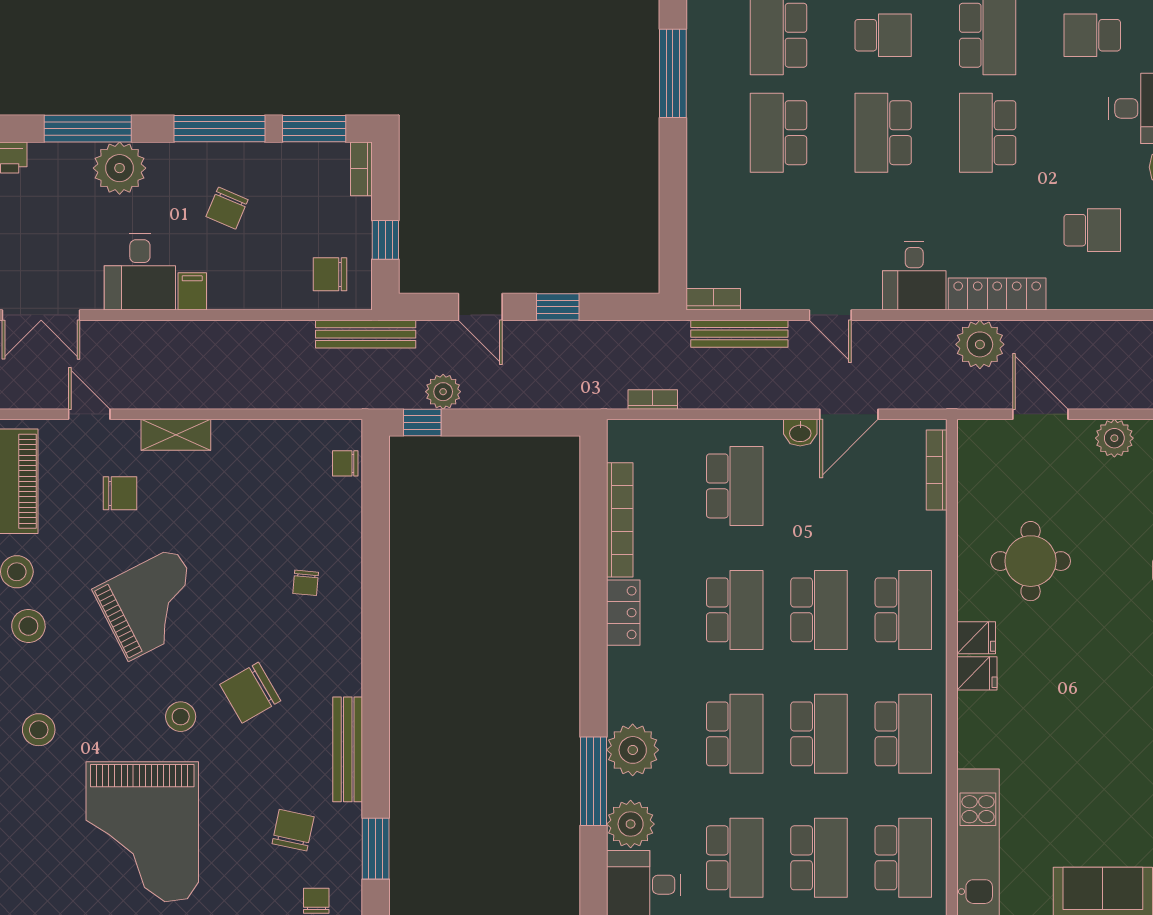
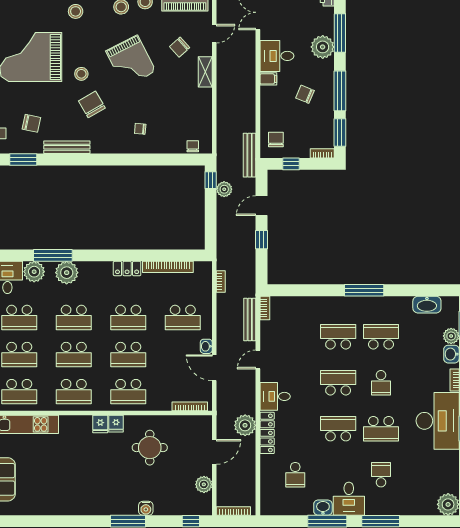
chair: (120, 493) -> (180, 47), turned 48

